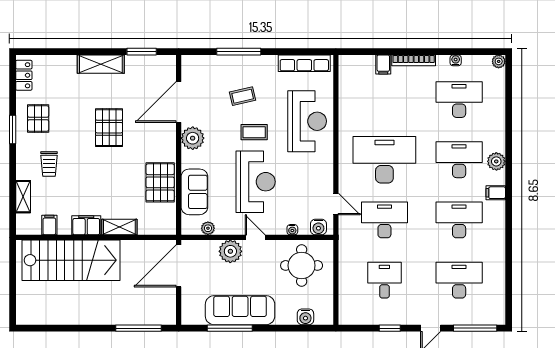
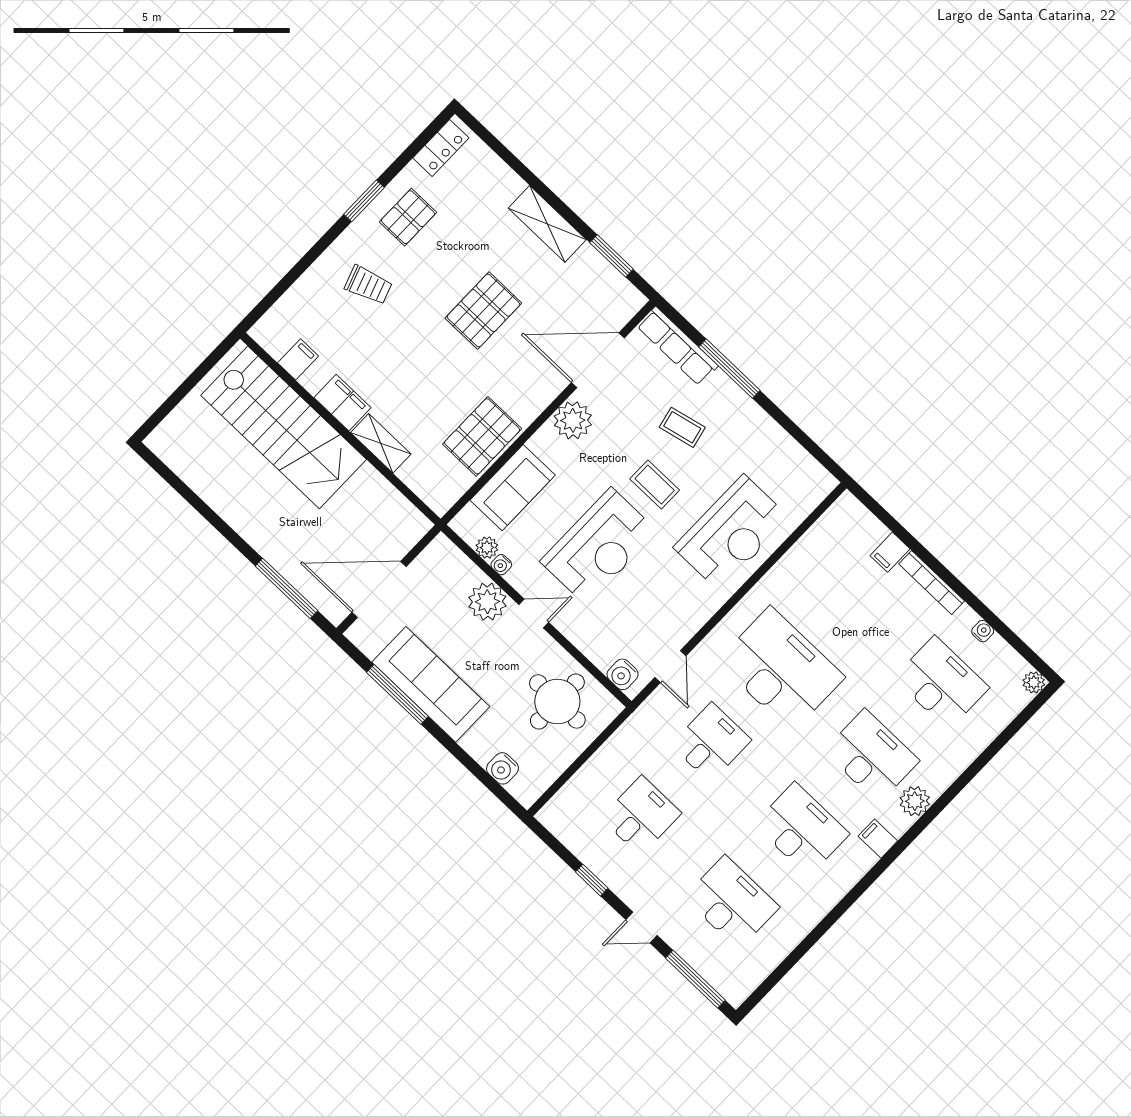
row of seats: (304, 63) -> (677, 346), moved
trolley: (49, 164) -> (368, 285), turned -109
shelving: (23, 197) -> (299, 295), removed
desk: (384, 220) -> (711, 742), width x0.73
water cooler: (292, 230) -> (501, 565), moved
door: (255, 237) -> (534, 613), hinge flipped
door: (179, 266) -> (379, 589), moved

